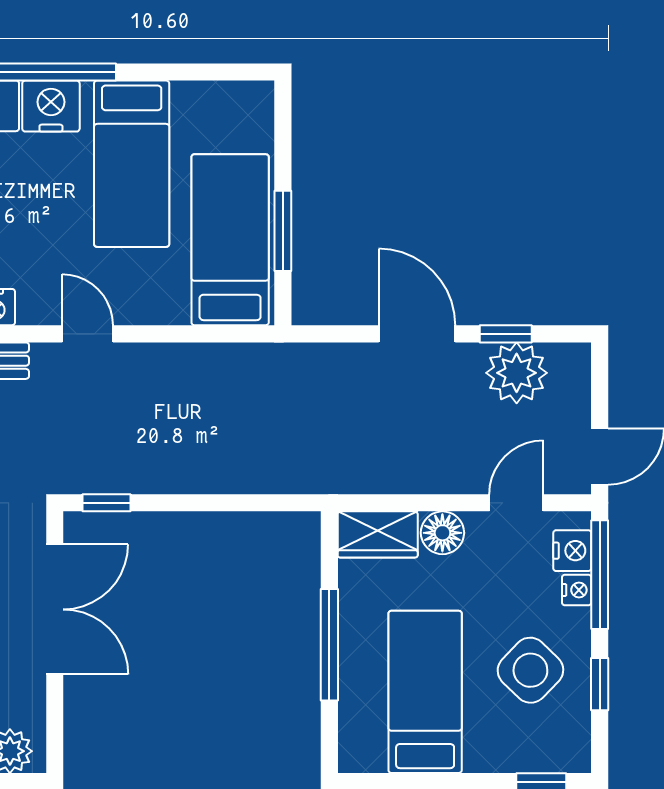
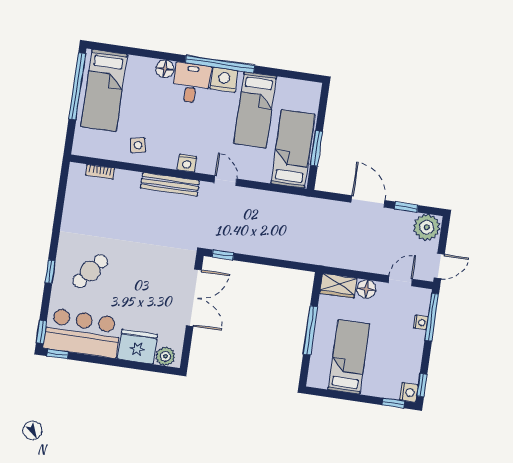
plant: (517, 373) -> (427, 227), moved
nightstand: (572, 551) -> (409, 392), moved
side table: (530, 670) -> (396, 354), removed
window: (600, 684) -> (422, 385), moved

